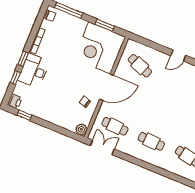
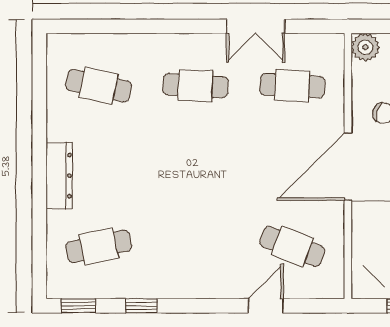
door: (178, 56) -> (266, 306), moved
double door: (102, 147) -> (256, 26), moved

